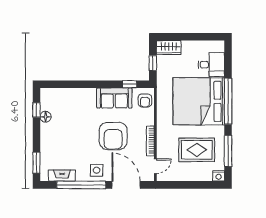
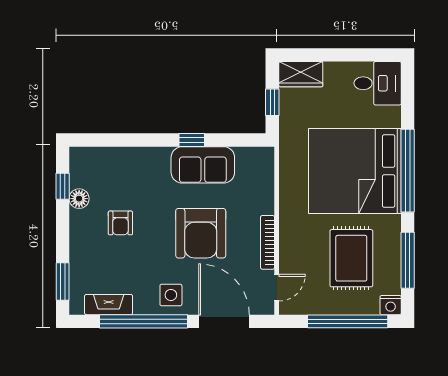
desk: (211, 65) -> (378, 83), moved
window: (130, 84) -> (192, 140), moved
armchair: (145, 100) -> (120, 223), moved
rug: (197, 150) -> (351, 258), turned 90
window: (195, 185) -> (348, 321), added

